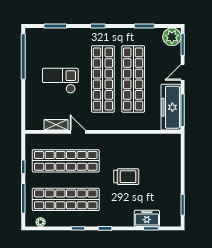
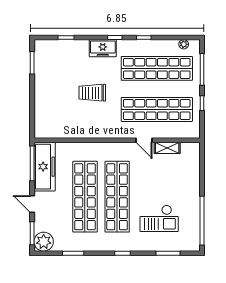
door: (183, 72) -> (32, 204), swing flipped
checkout: (60, 81) -> (159, 218), moved
freezer: (147, 218) -> (103, 48), moved

